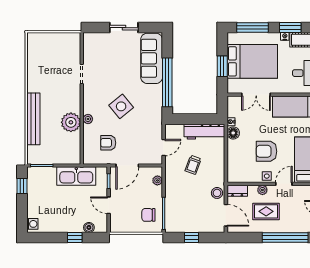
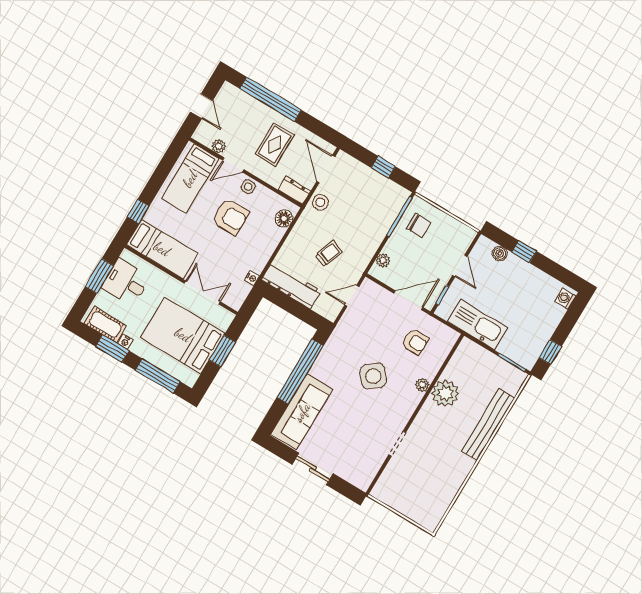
floor lamp: (233, 133) -> (284, 219), moved
plant: (262, 190) -> (219, 146), moved
rug: (266, 211) -> (275, 145), turned 90

